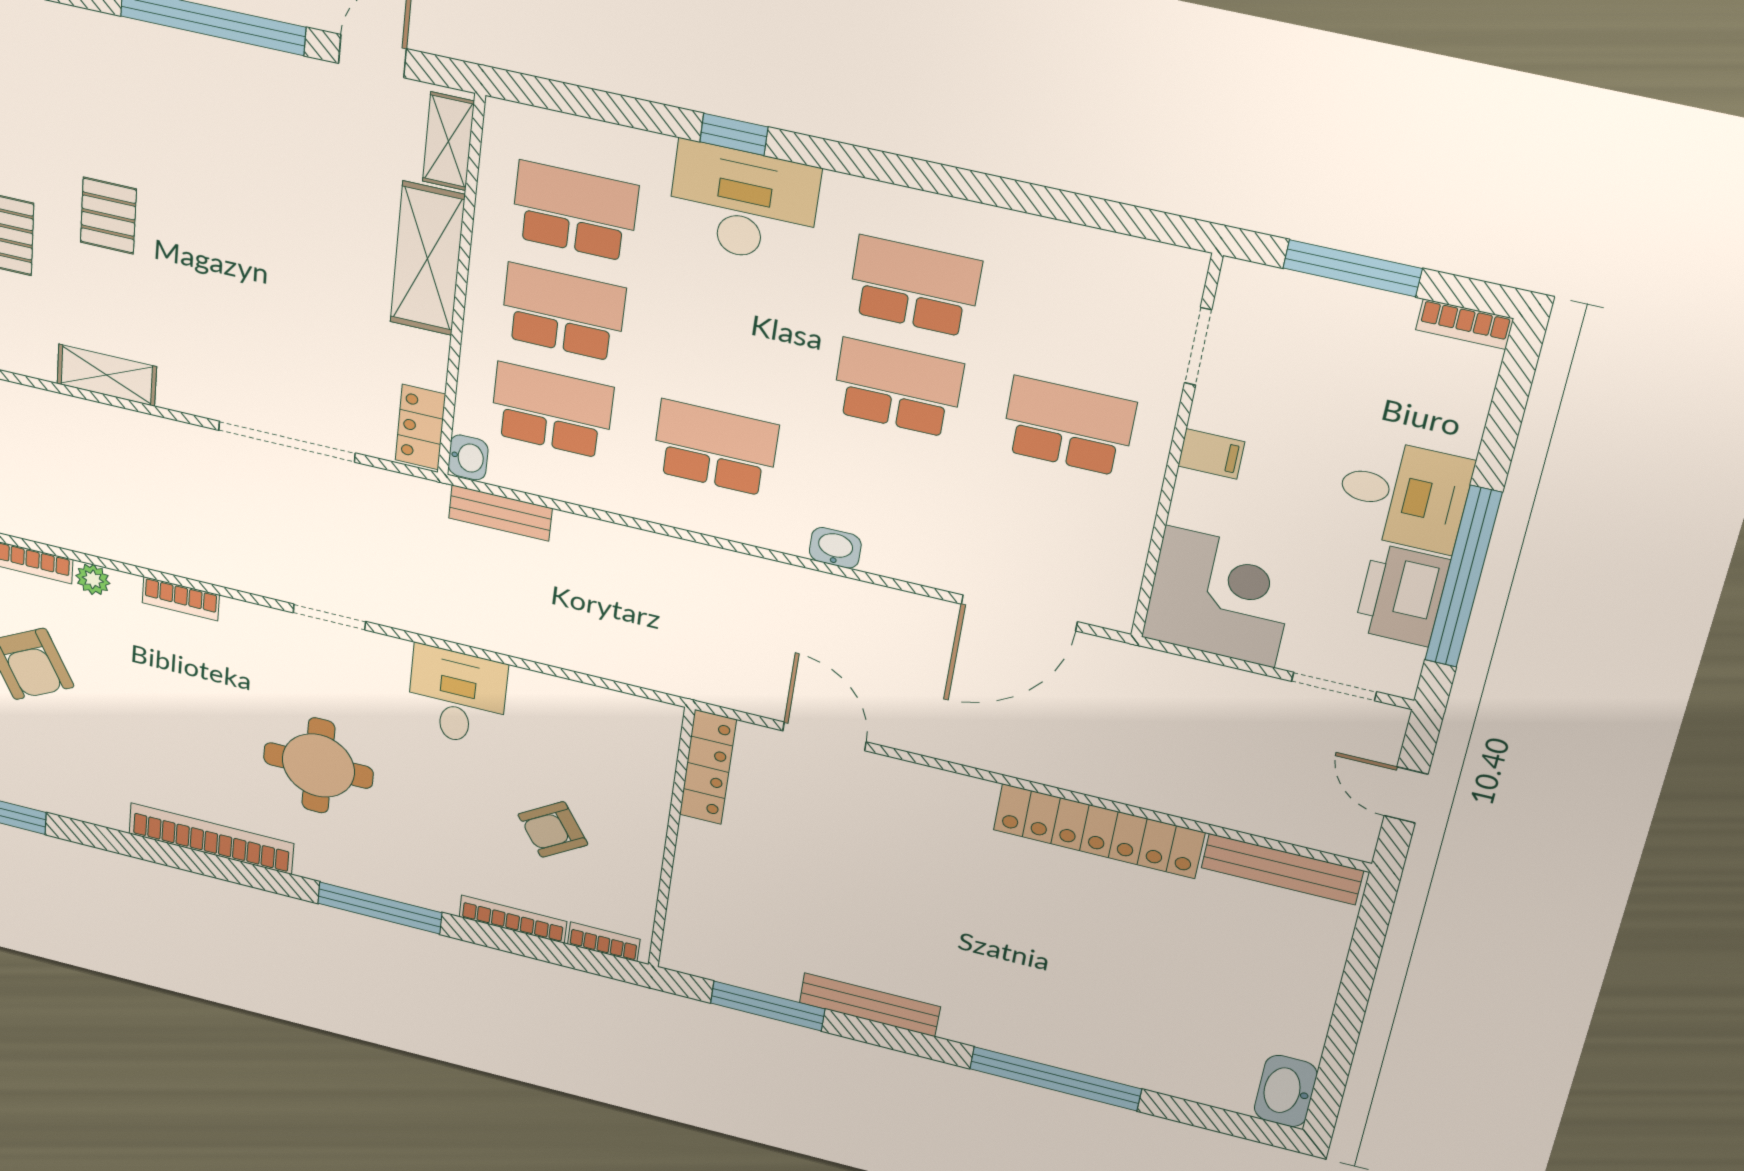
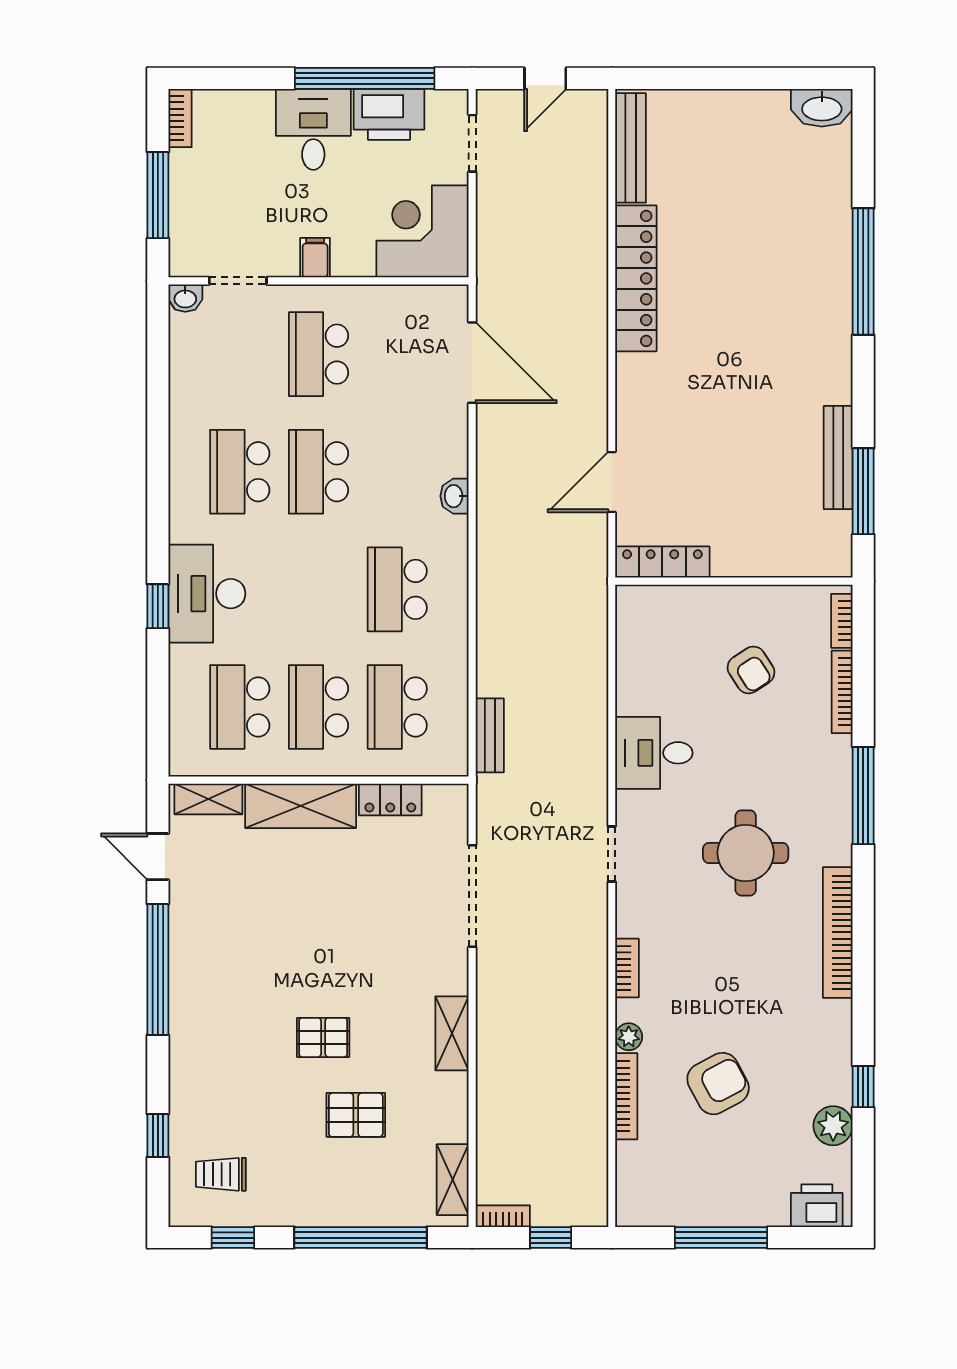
locker: (420, 427) -> (390, 800), moved
washbasin: (468, 457) -> (185, 298), moved, turned 180
bench: (870, 1005) -> (838, 458), moved

